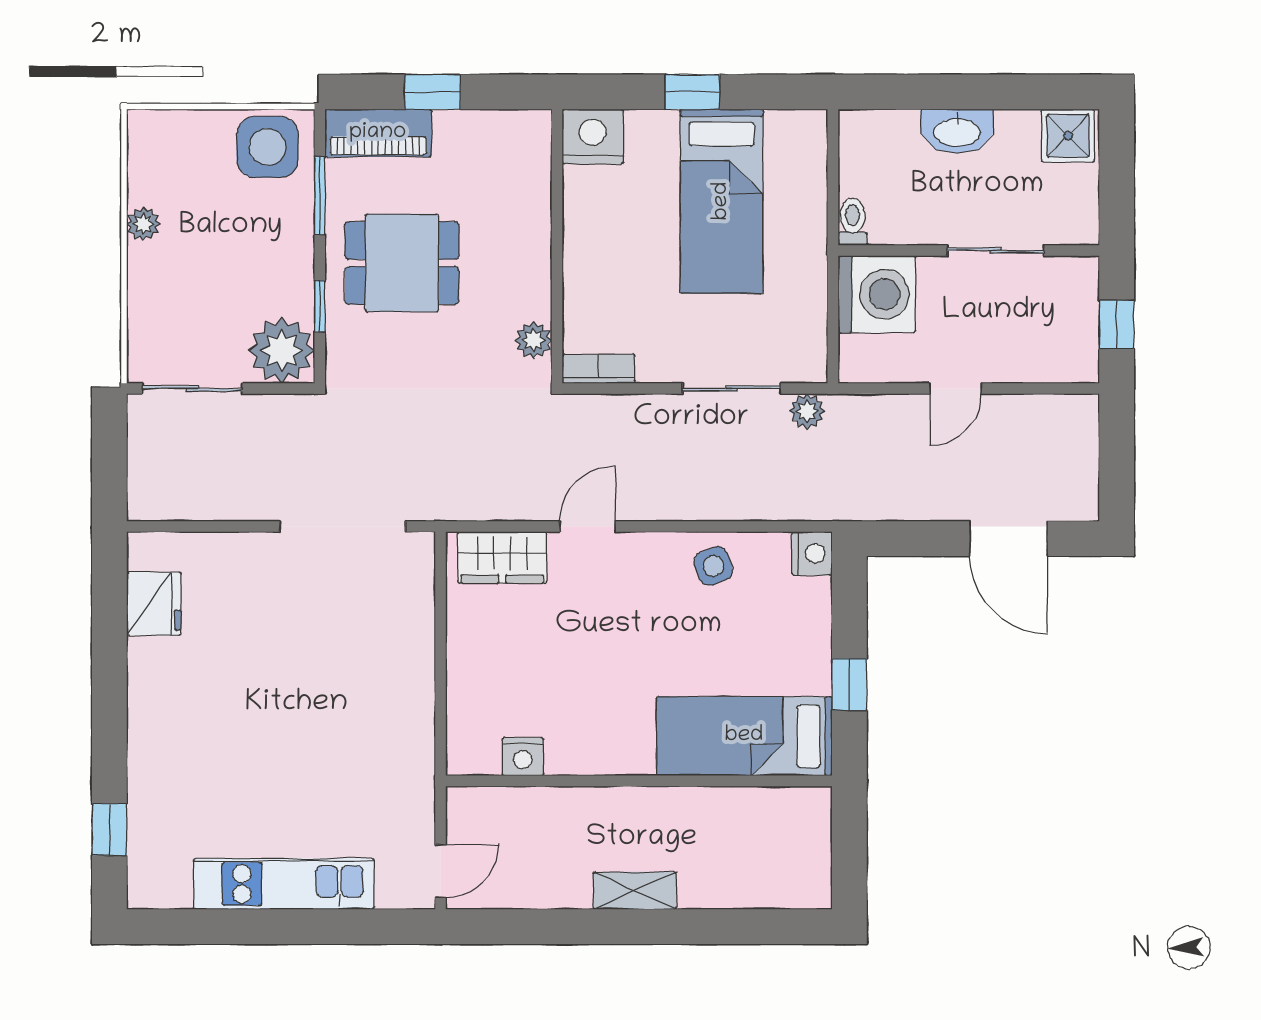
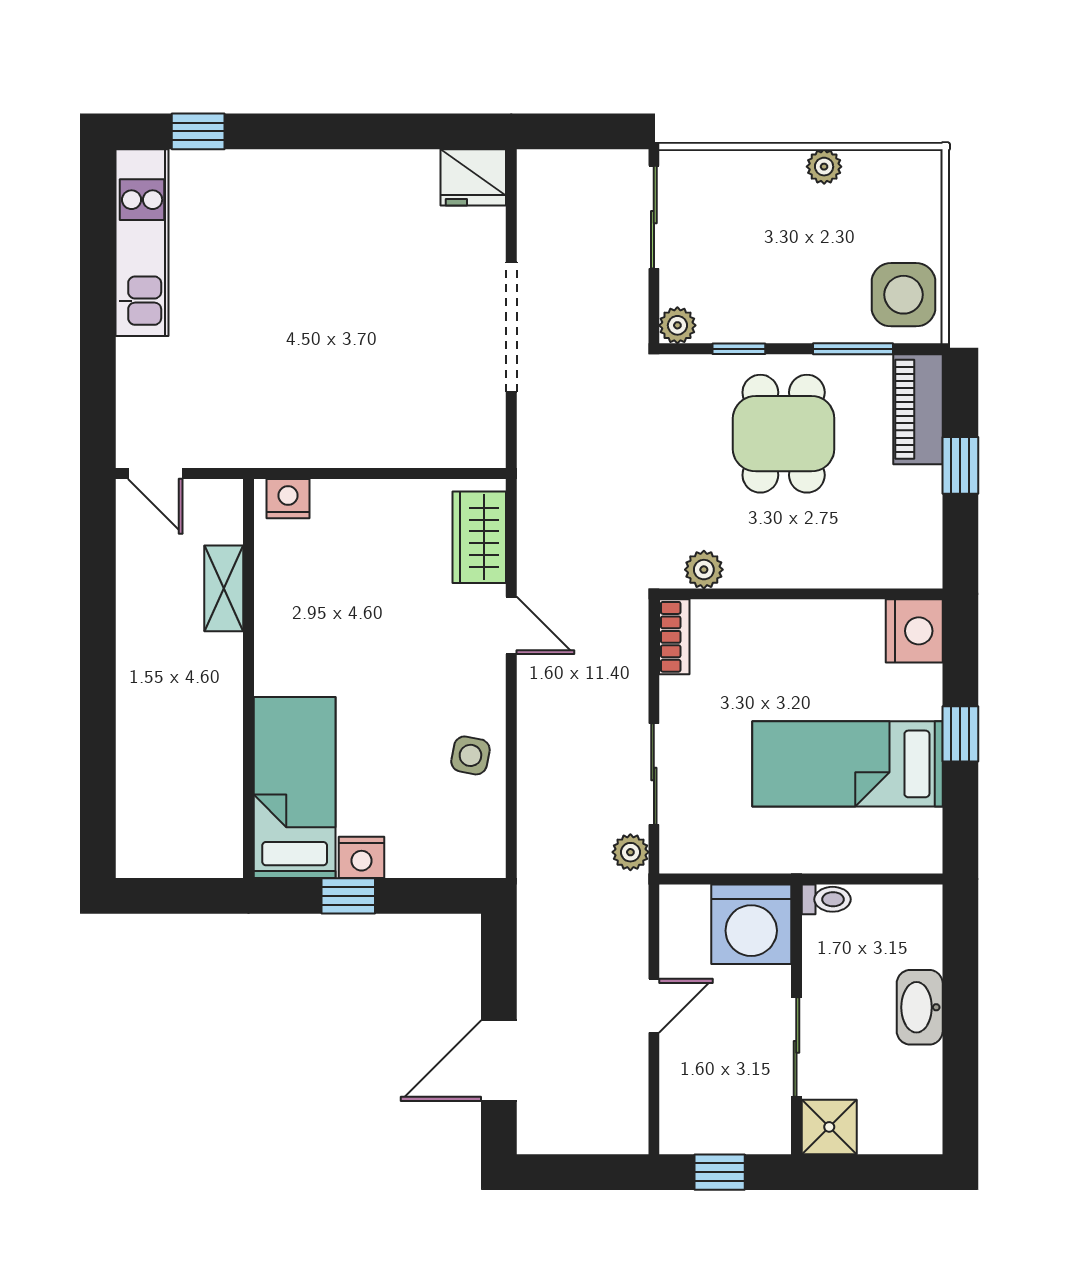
shower: (1068, 136) -> (829, 1127), moved
plant: (282, 350) -> (677, 325), width x0.53, depth x0.53
door: (956, 389) -> (654, 1006), swing flipped
doorway: (342, 526) -> (511, 327), moved
nightstand: (812, 553) -> (361, 857), moved
side table: (713, 566) -> (470, 755), turned 33
fridge: (154, 604) -> (473, 177), moved
nightstand: (523, 757) -> (288, 499), moved, turned 90
kitchen unit: (284, 884) -> (142, 243), moved
shelving: (635, 891) -> (224, 588), moved

